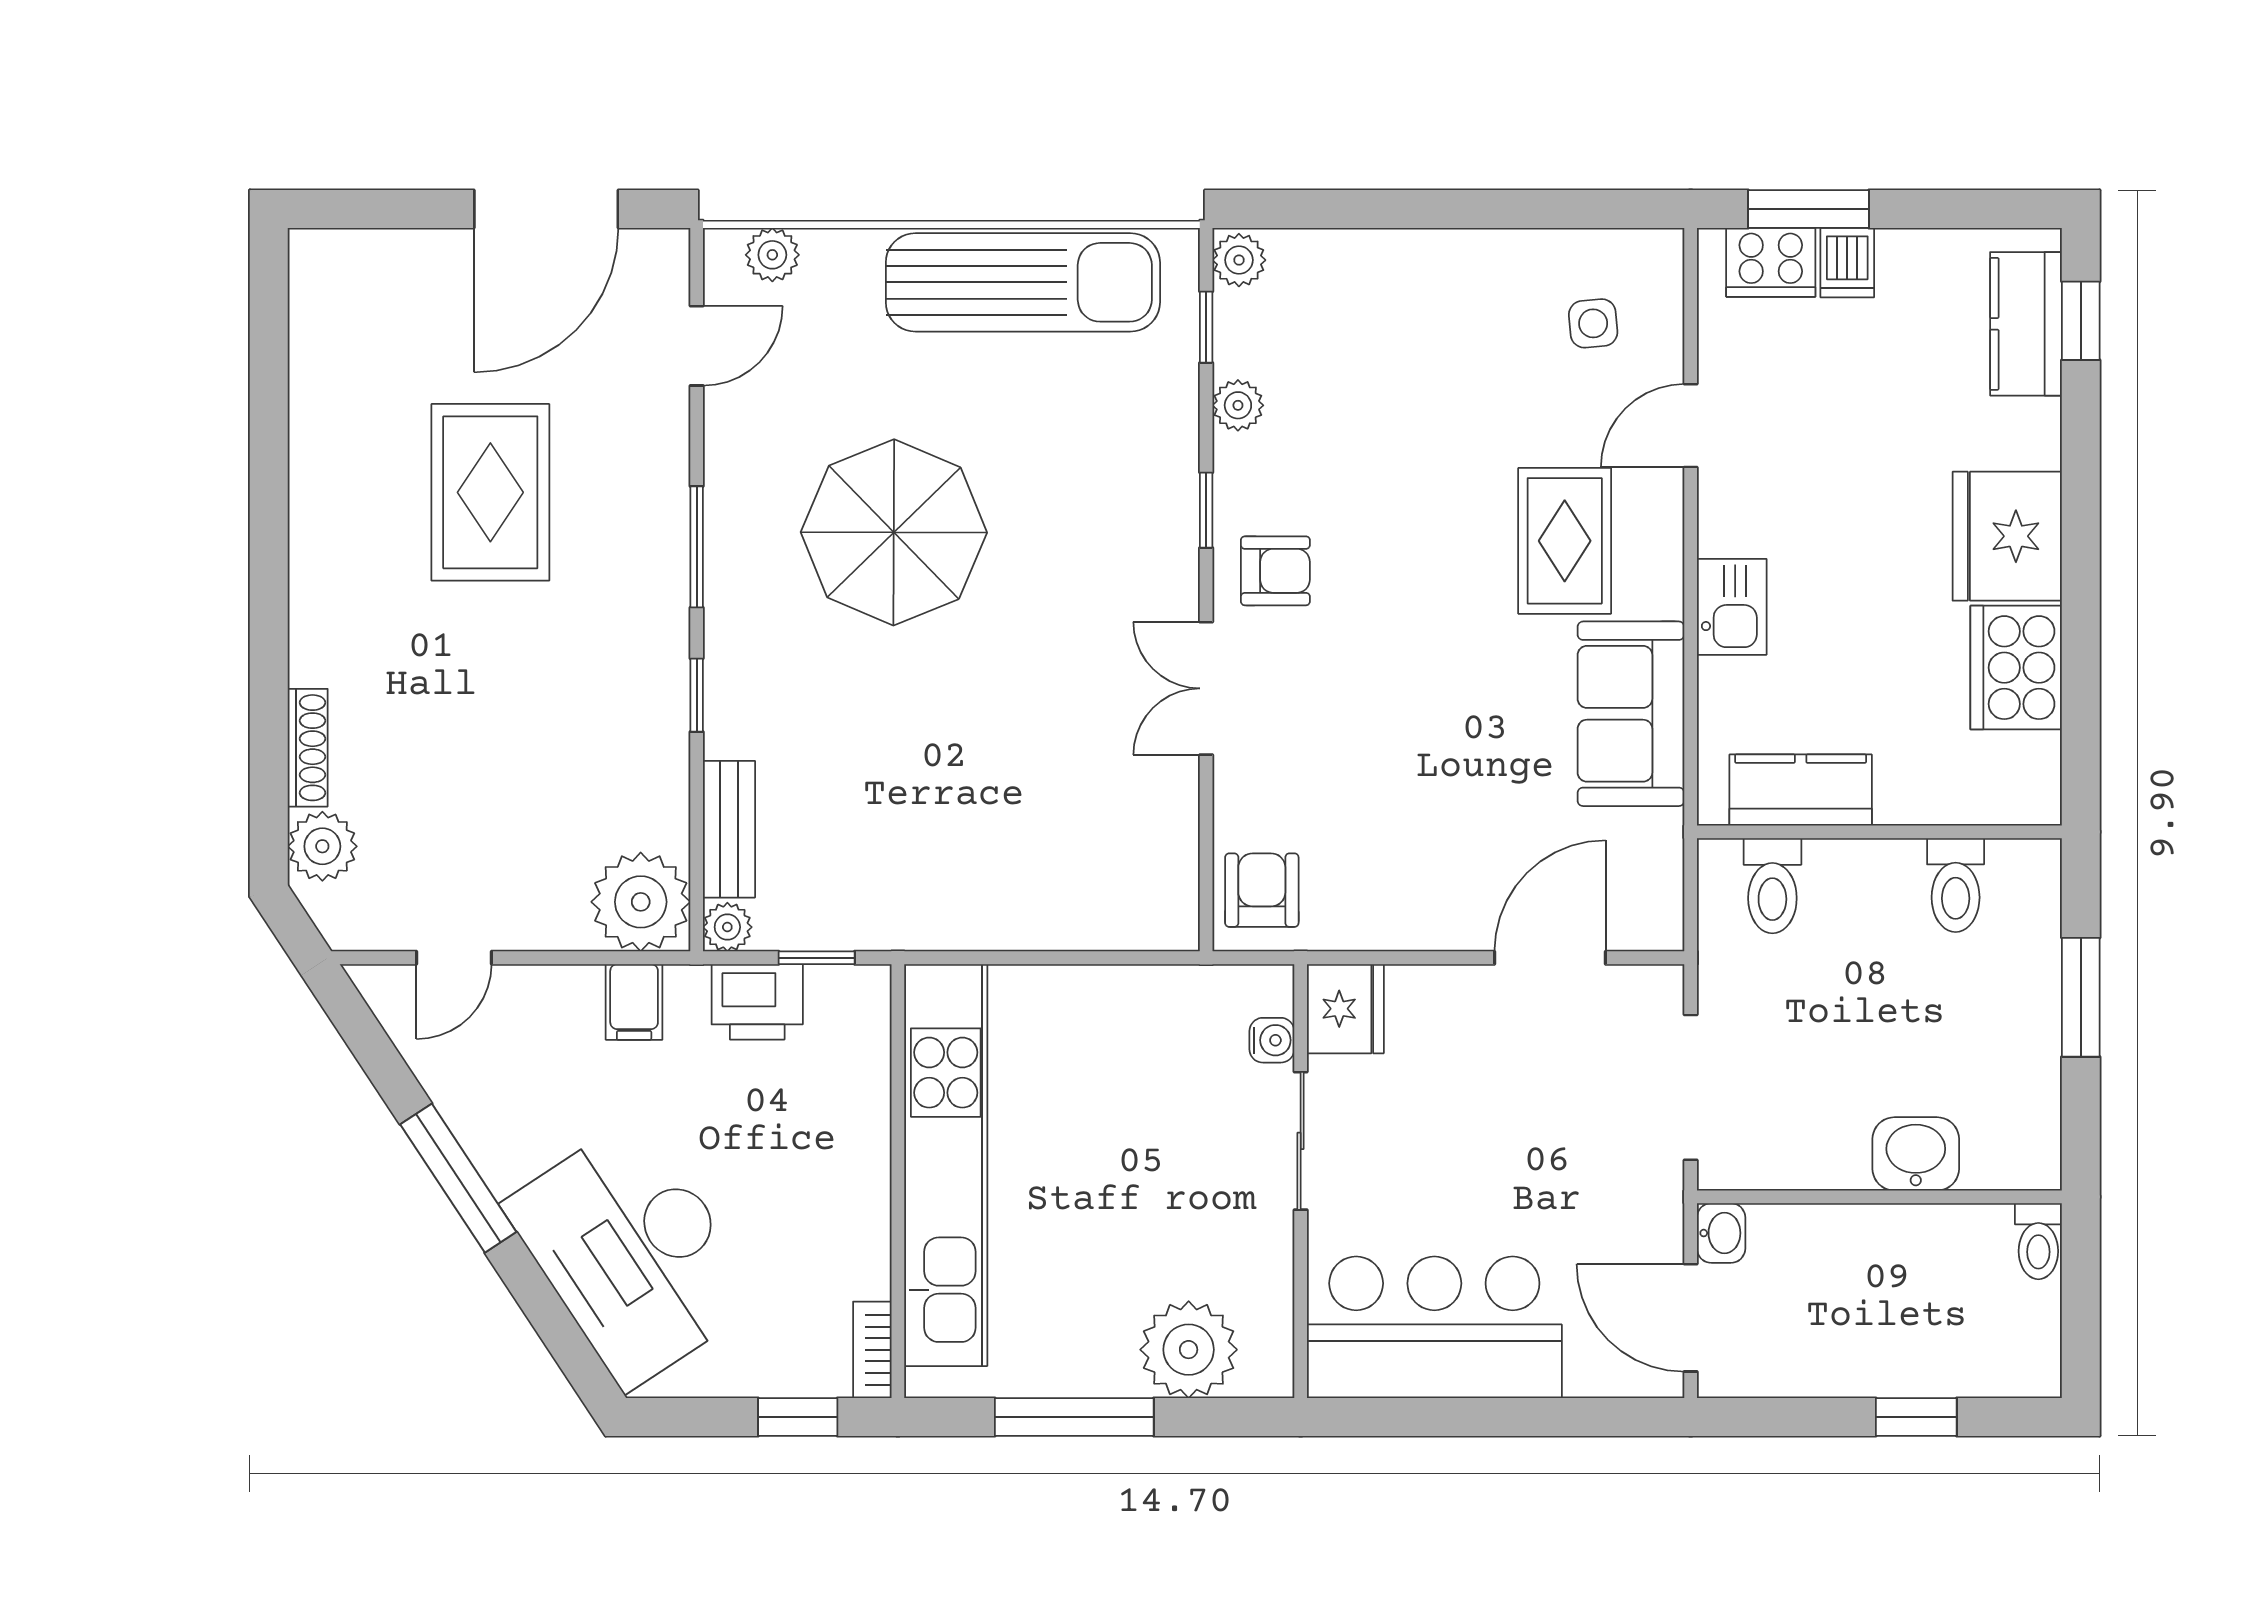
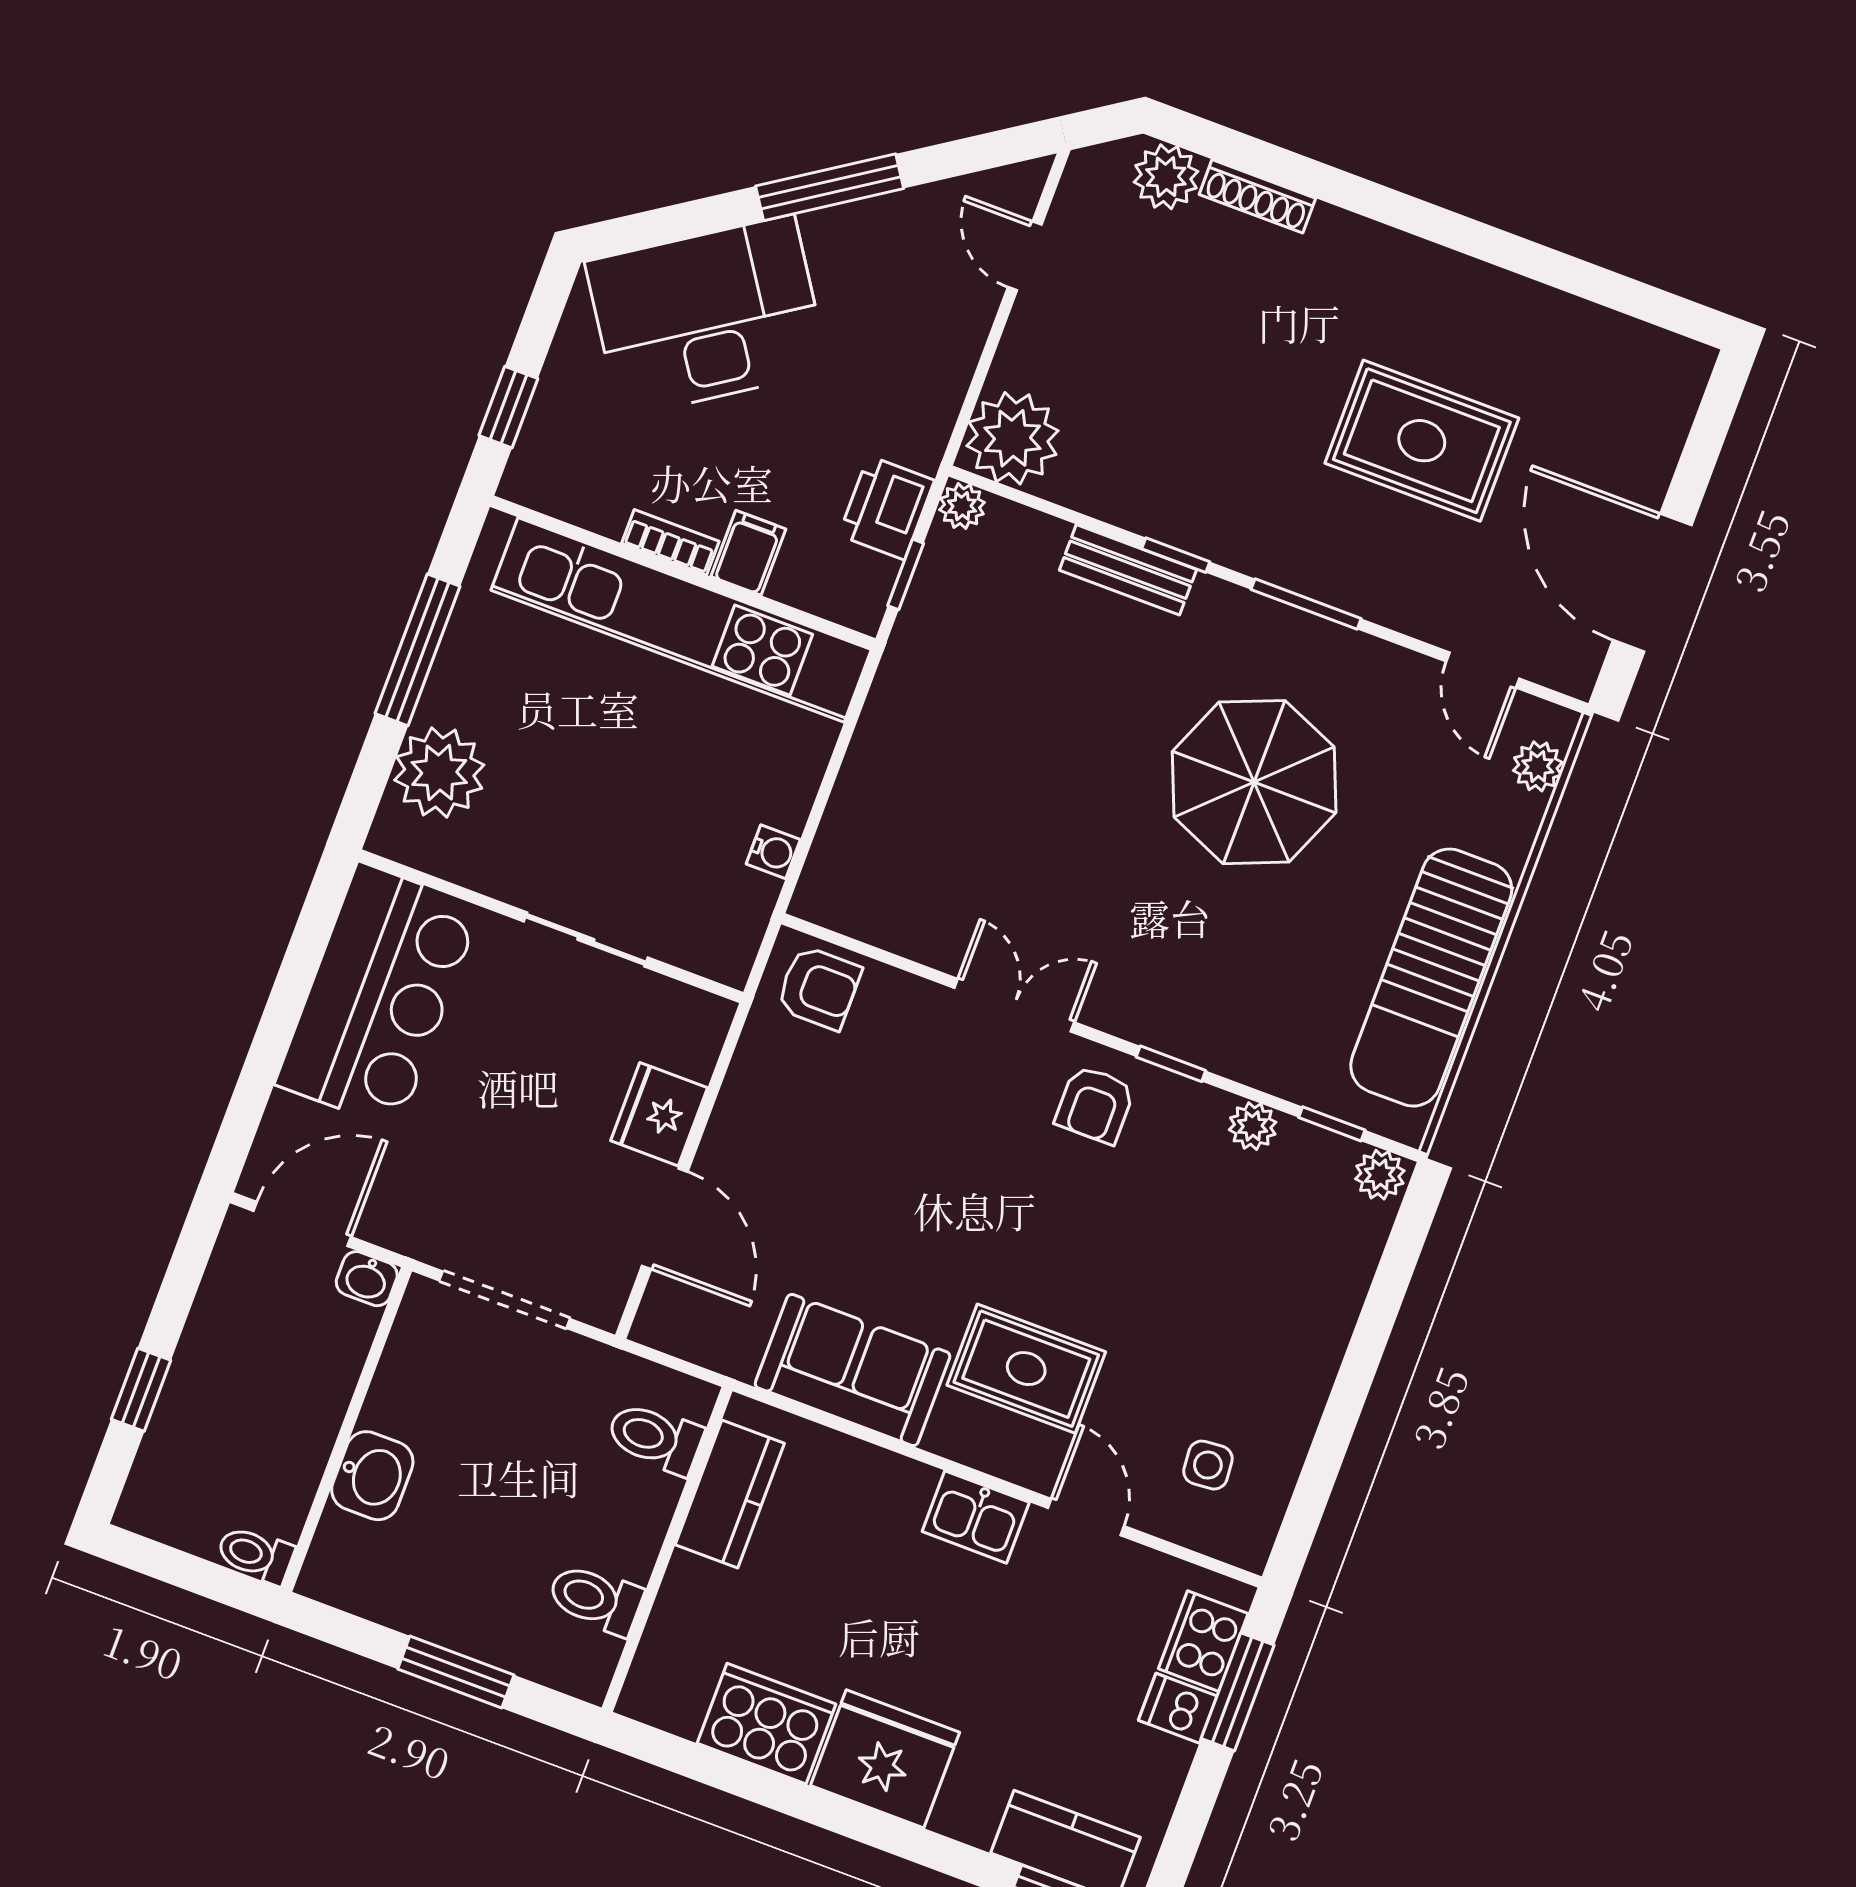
kitchen sink: (1732, 607) -> (976, 1517), moved
bench: (729, 829) -> (1128, 570), moved
filing cabinet: (634, 1002) -> (748, 553), moved, turned 90
fridge: (1345, 1009) -> (659, 1114), moved, turned 90
water cooler: (1272, 1040) -> (773, 852), moved, turned -90
bookcase: (872, 1350) -> (670, 542), moved

